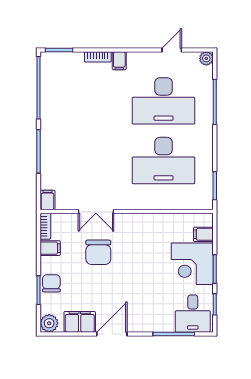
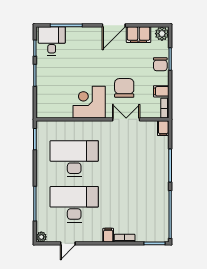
filing cabinet: (203, 234) -> (44, 102), removed
corner desk: (192, 264) -> (89, 102), moved, turned -90

